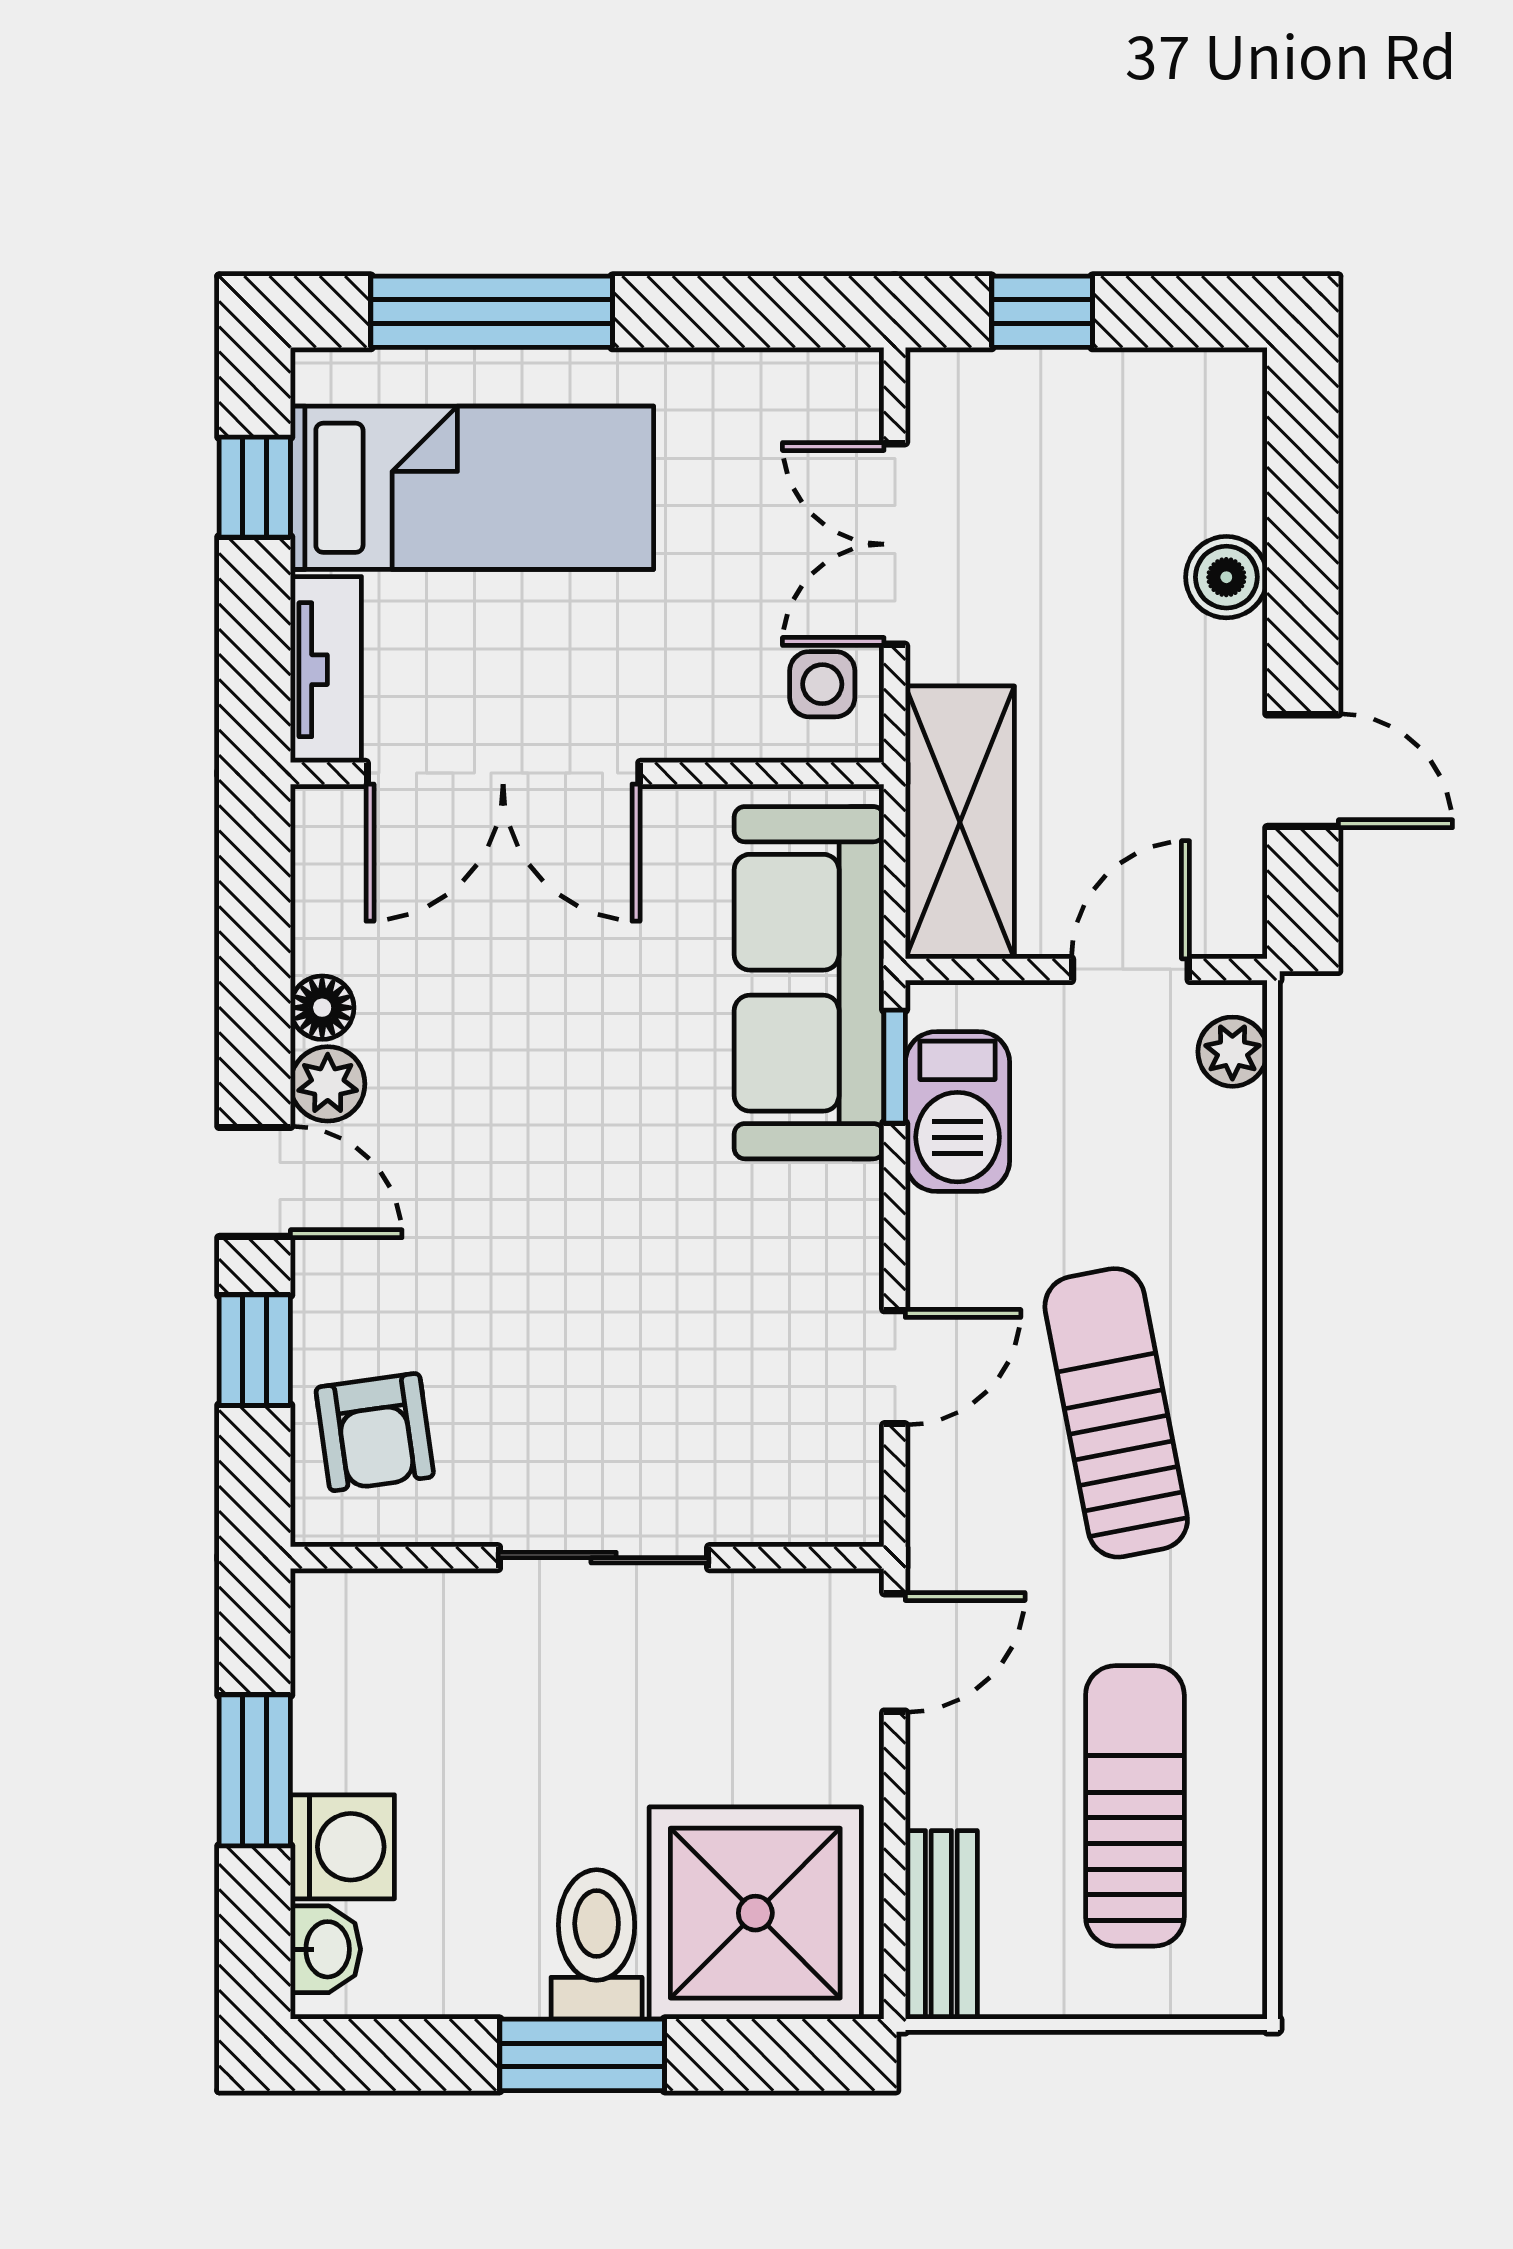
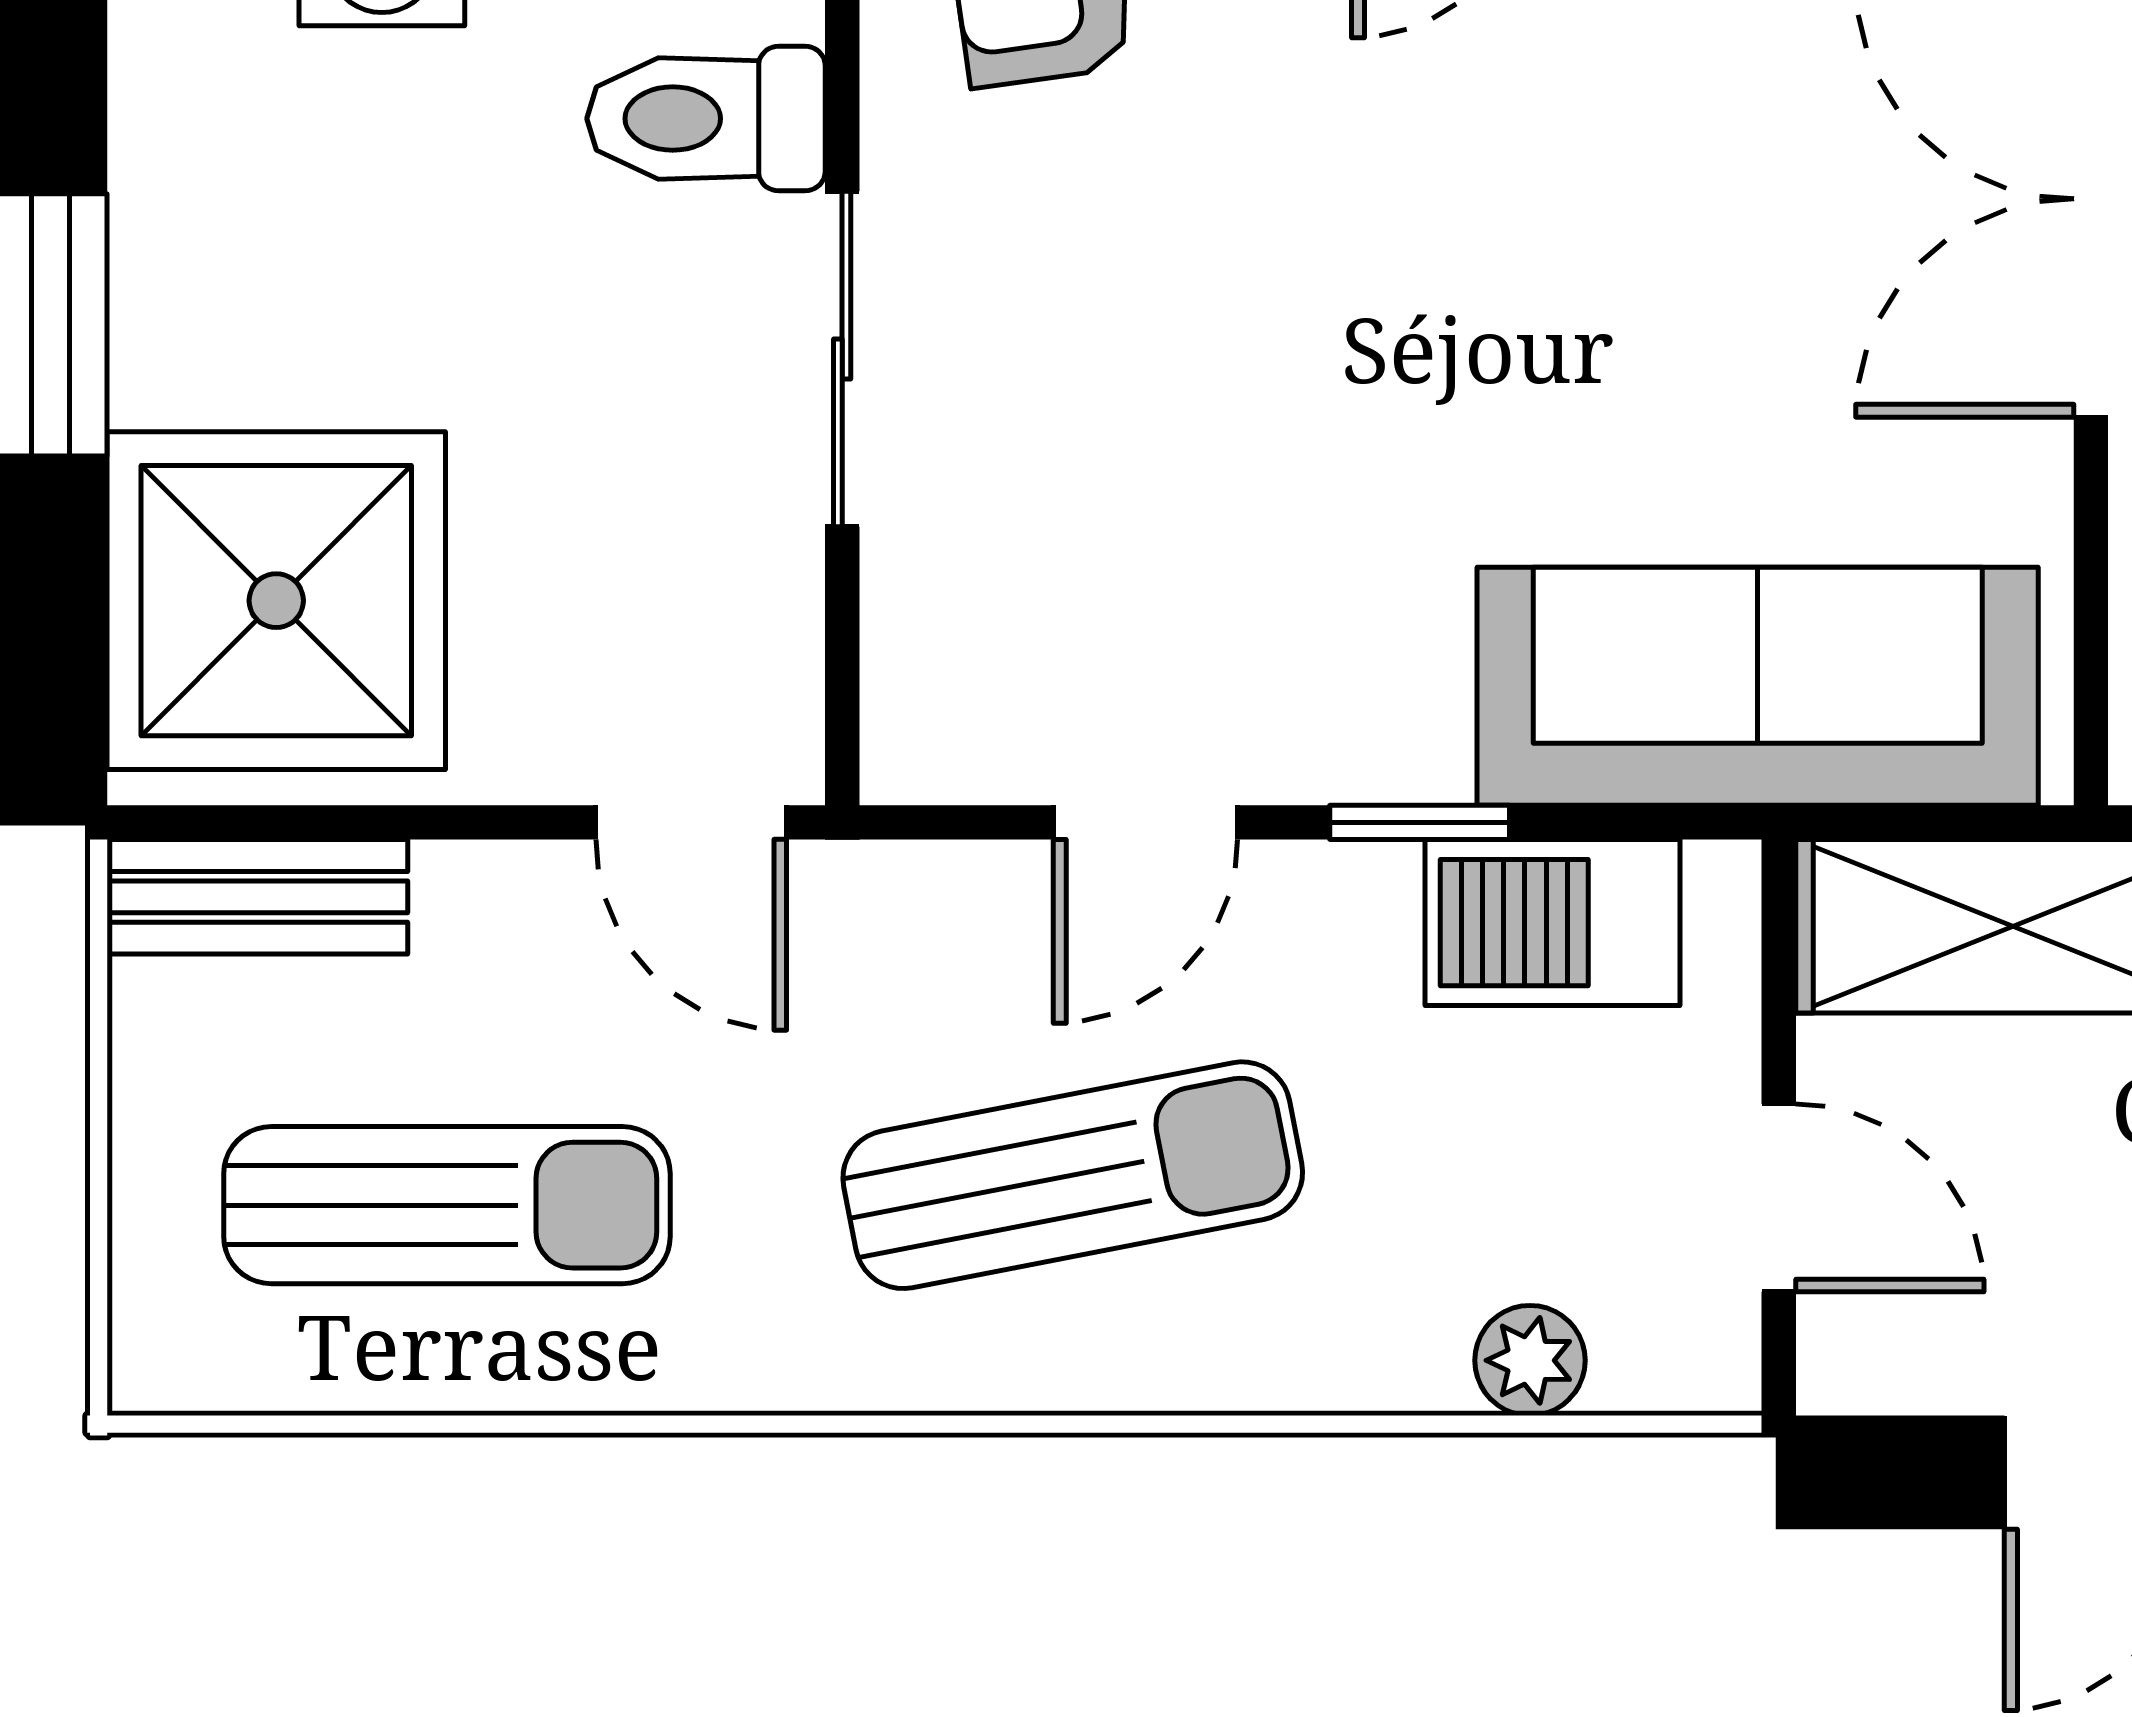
plant: (1232, 1052) -> (1530, 1360), moved
window: (895, 1067) -> (1420, 822), moved
door: (895, 1367) -> (1145, 822), hinge flipped
toilet: (597, 1944) -> (706, 119), moved, turned 180

